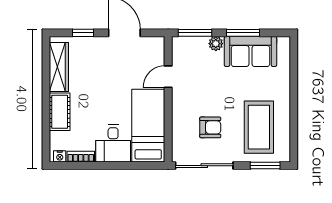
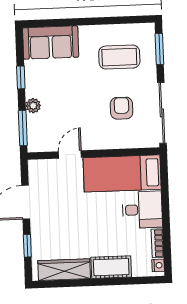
window: (243, 33) -> (21, 77), width x0.67
sofa: (250, 51) -> (51, 42), moved, turned 90
door: (168, 77) -> (70, 155), swing flipped
coffee table: (259, 127) -> (119, 57), width x0.73, depth x0.76

